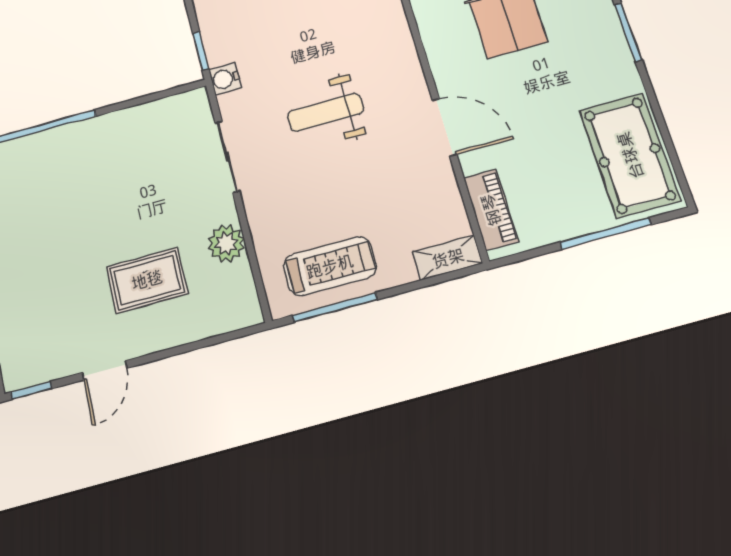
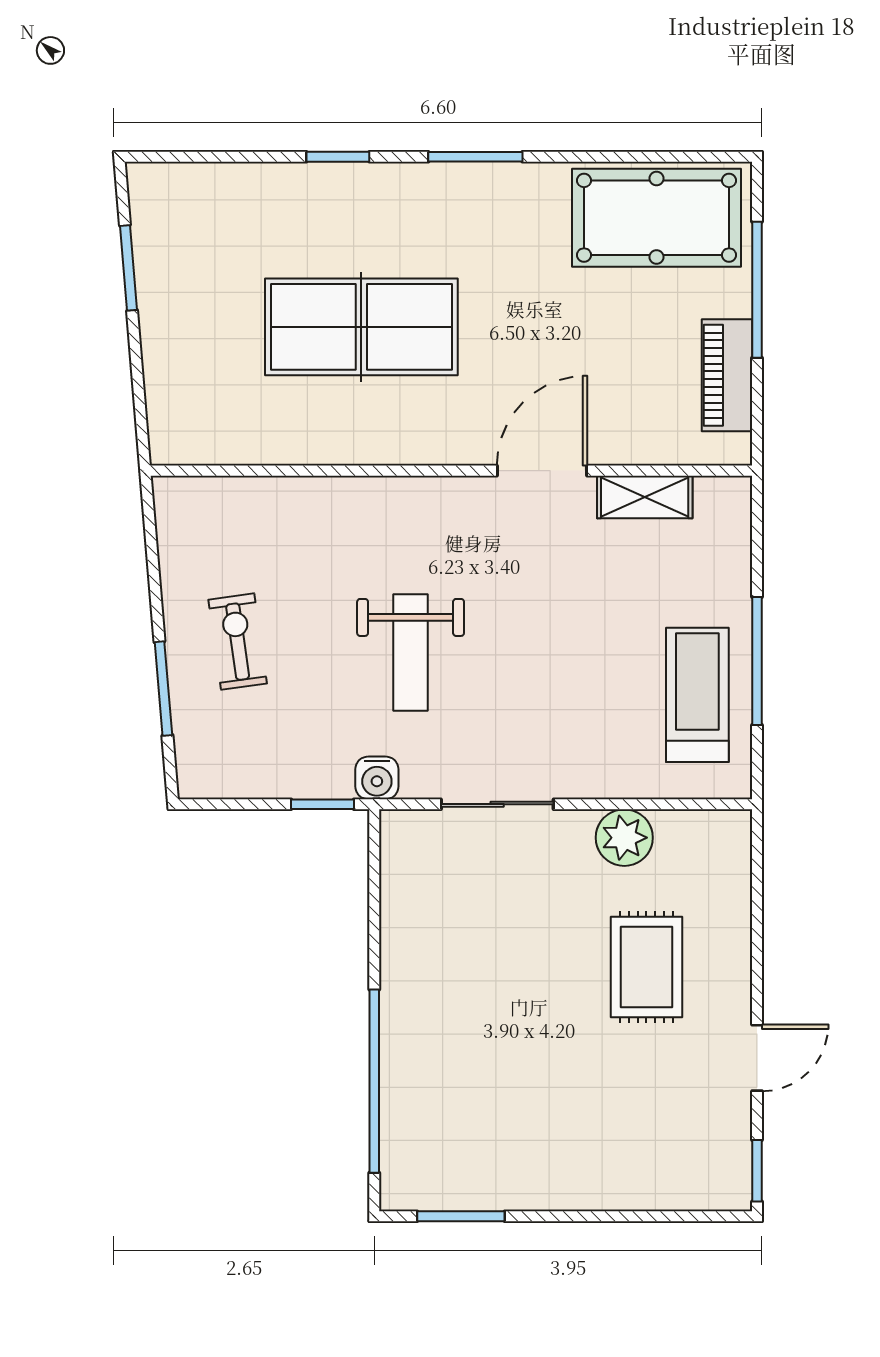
weight bench: (326, 112) -> (411, 652), moved
piano: (491, 210) -> (727, 375), moved, turned -90
shelving: (448, 258) -> (645, 497), moved, turned 90
window: (335, 307) -> (757, 661), moved
door: (105, 370) -> (757, 1058), hinge flipped

